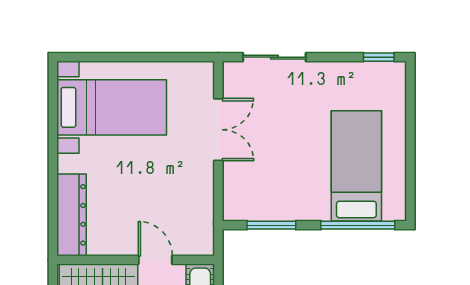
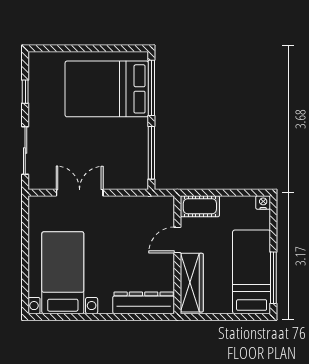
window: (379, 57) -> (25, 92), moved
bed: (356, 166) -> (107, 89), width x1.50
window: (271, 225) -> (151, 153), width x1.44

